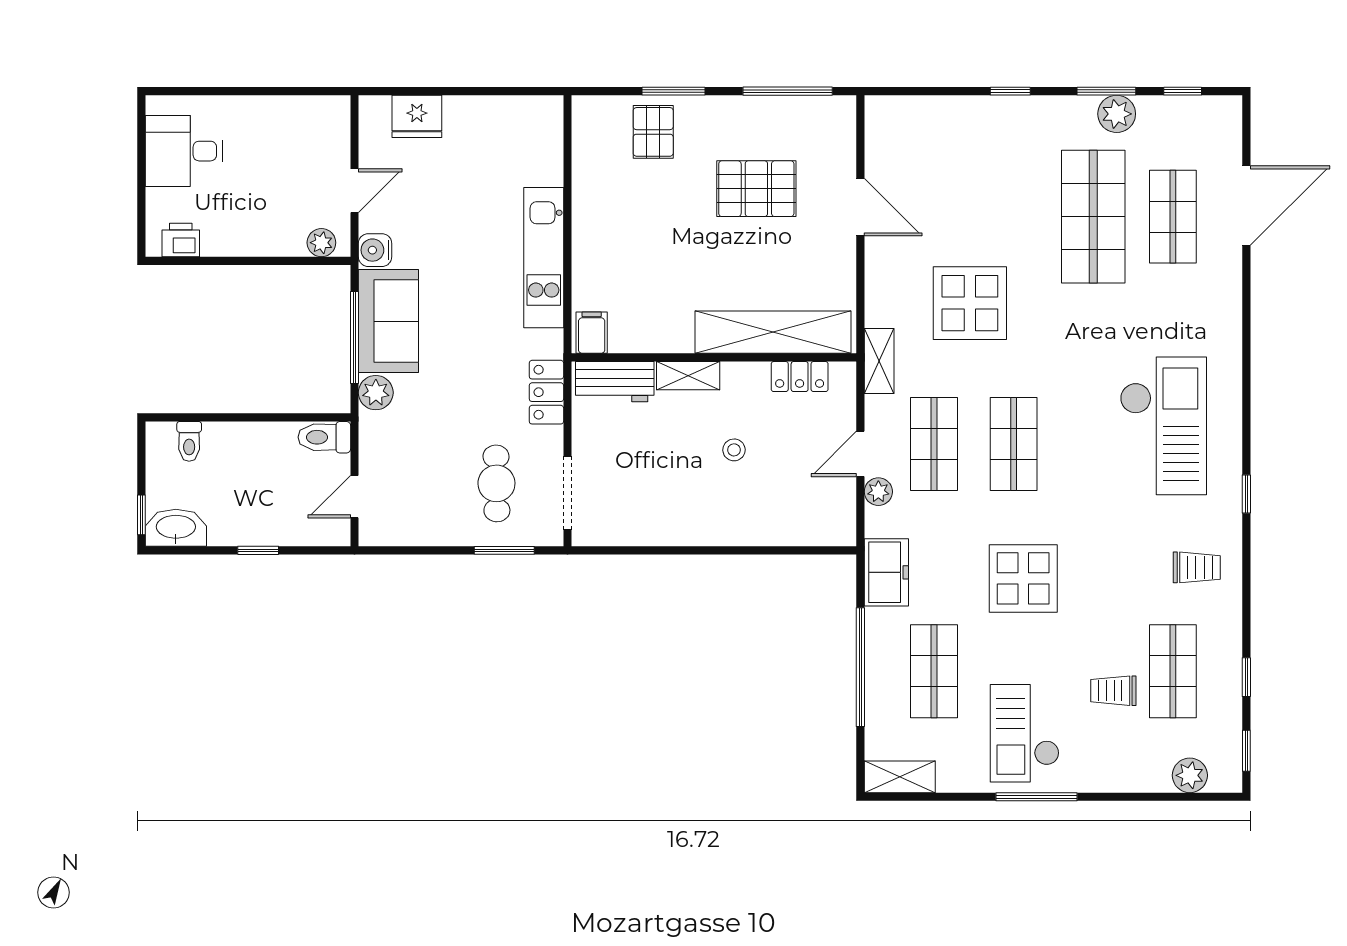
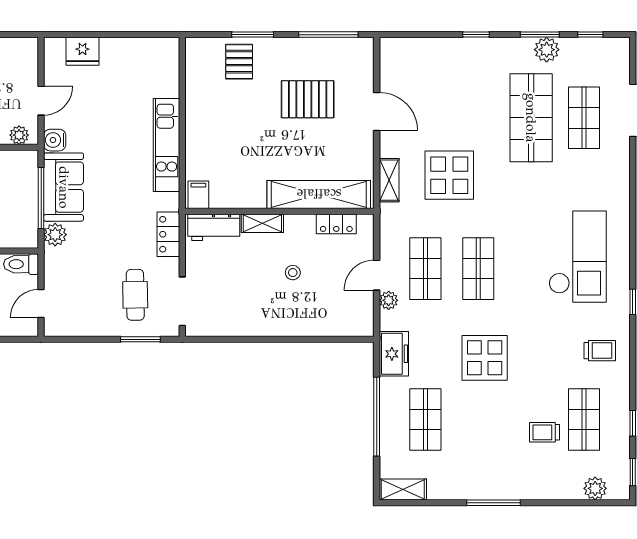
shelving: (879, 361) -> (389, 180), moved
checkout: (1025, 733) -> (486, 461), removed

